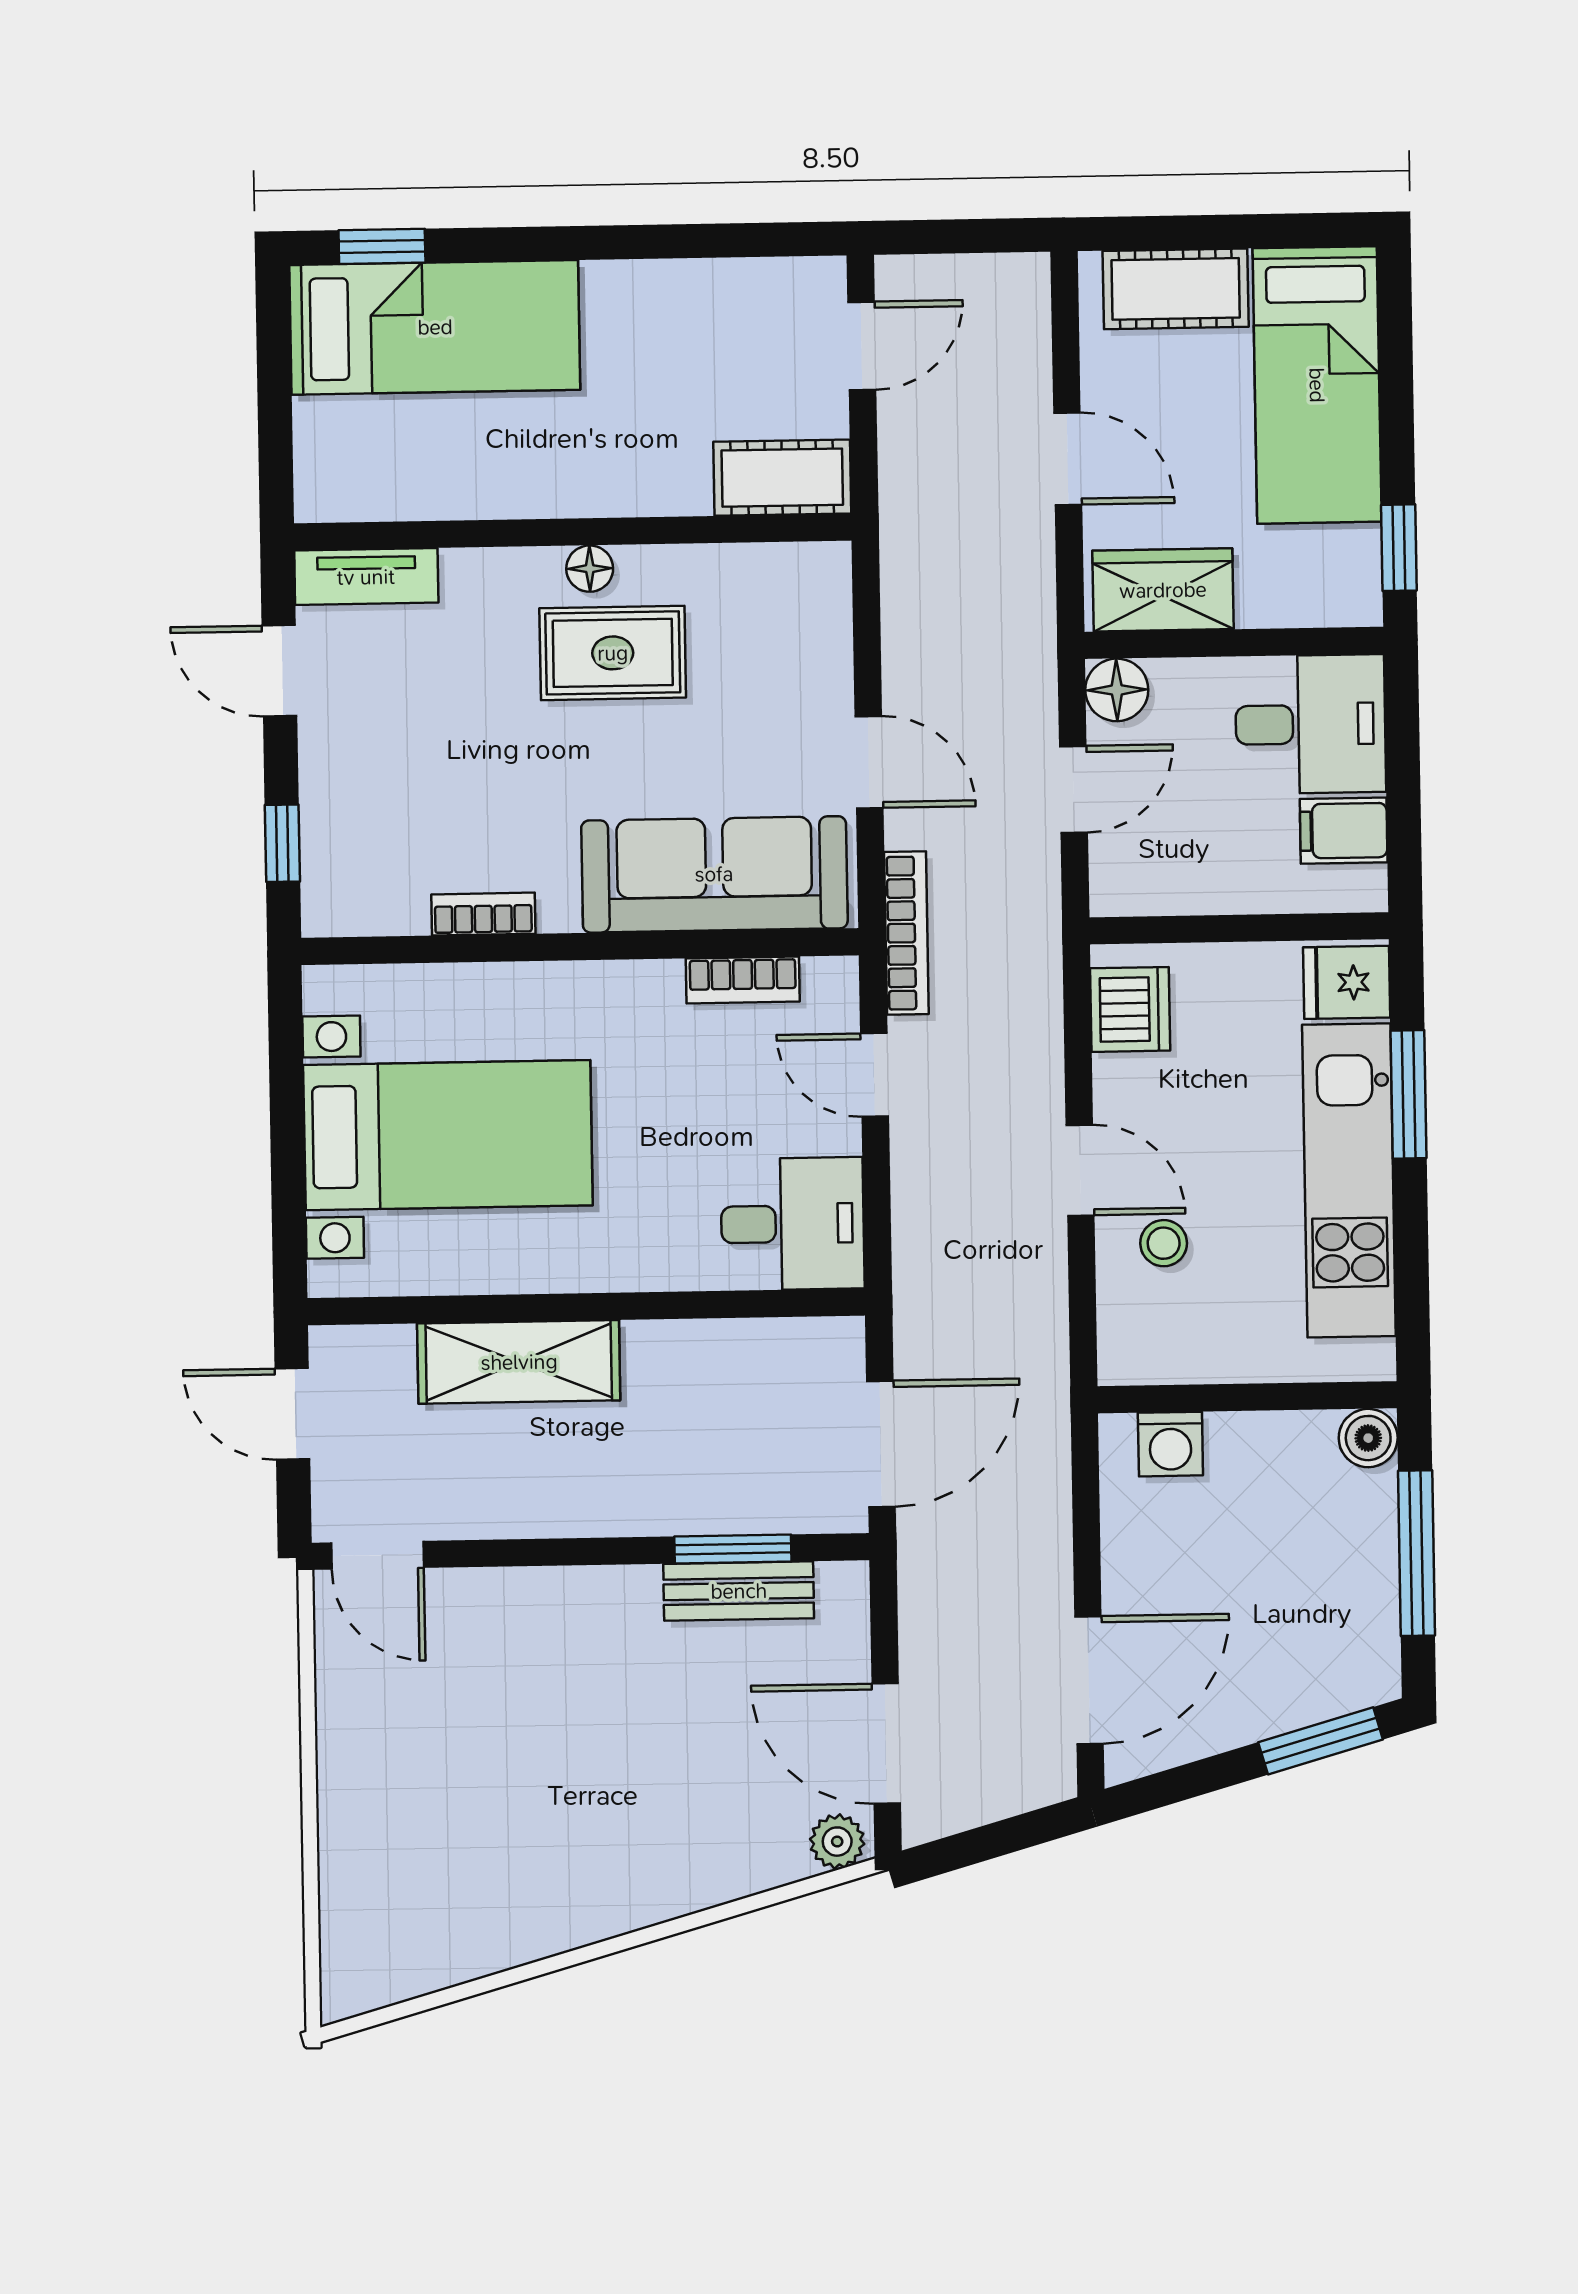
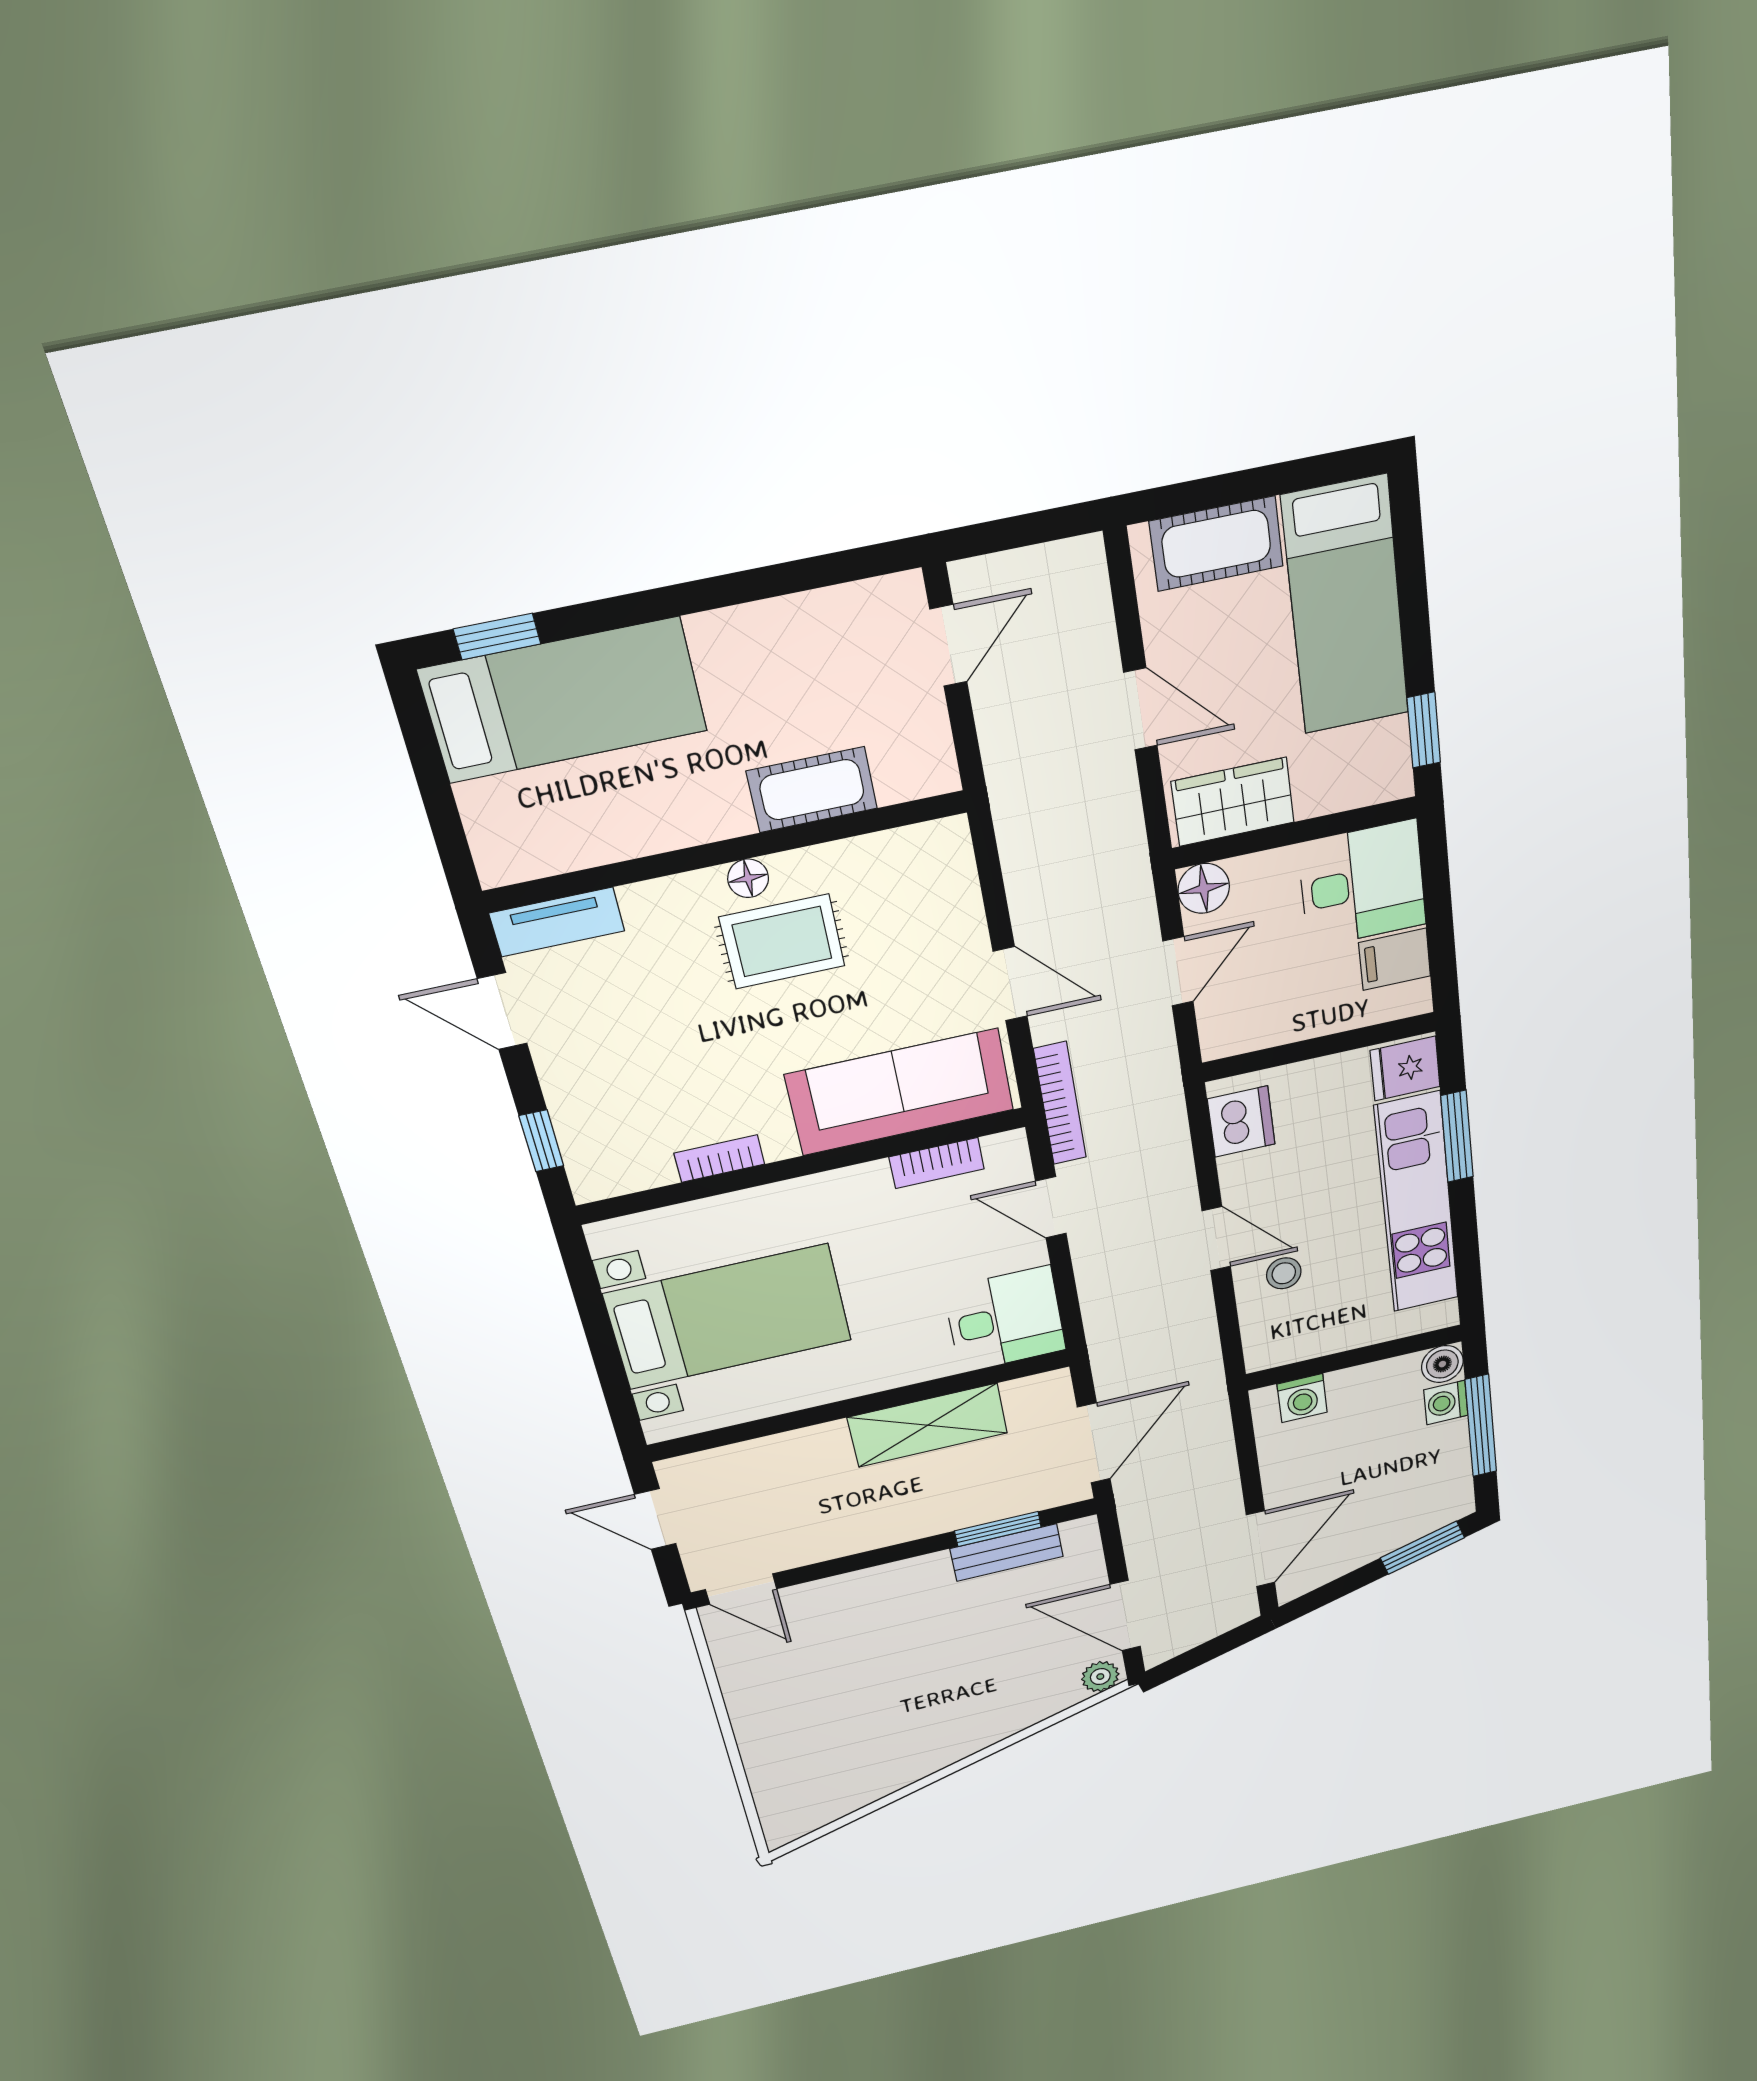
cot: (782, 478) -> (812, 790), moved
shelving: (519, 1362) -> (928, 1425), moved
washing machine: (1369, 1502) -> (1446, 1403), added

